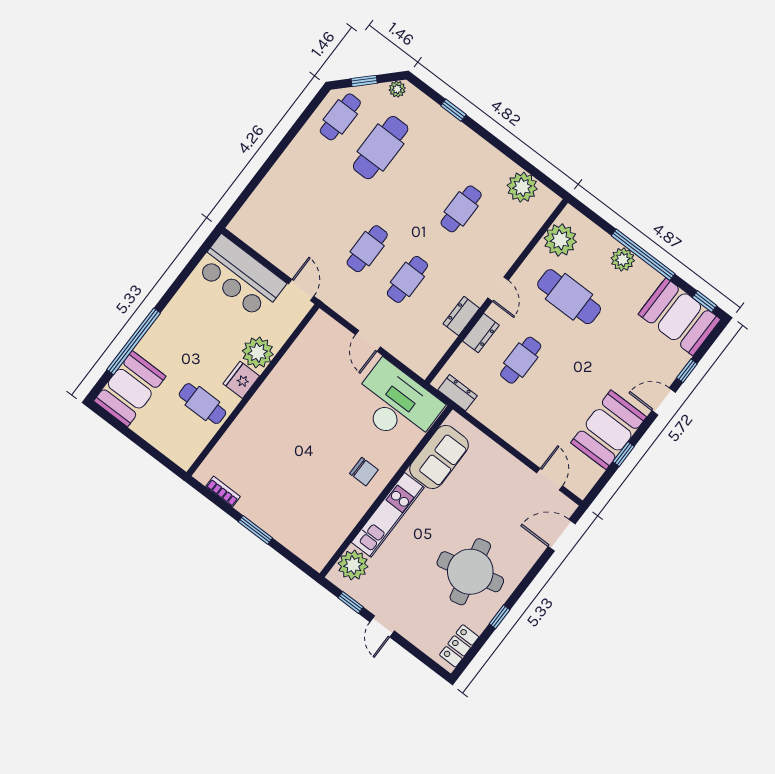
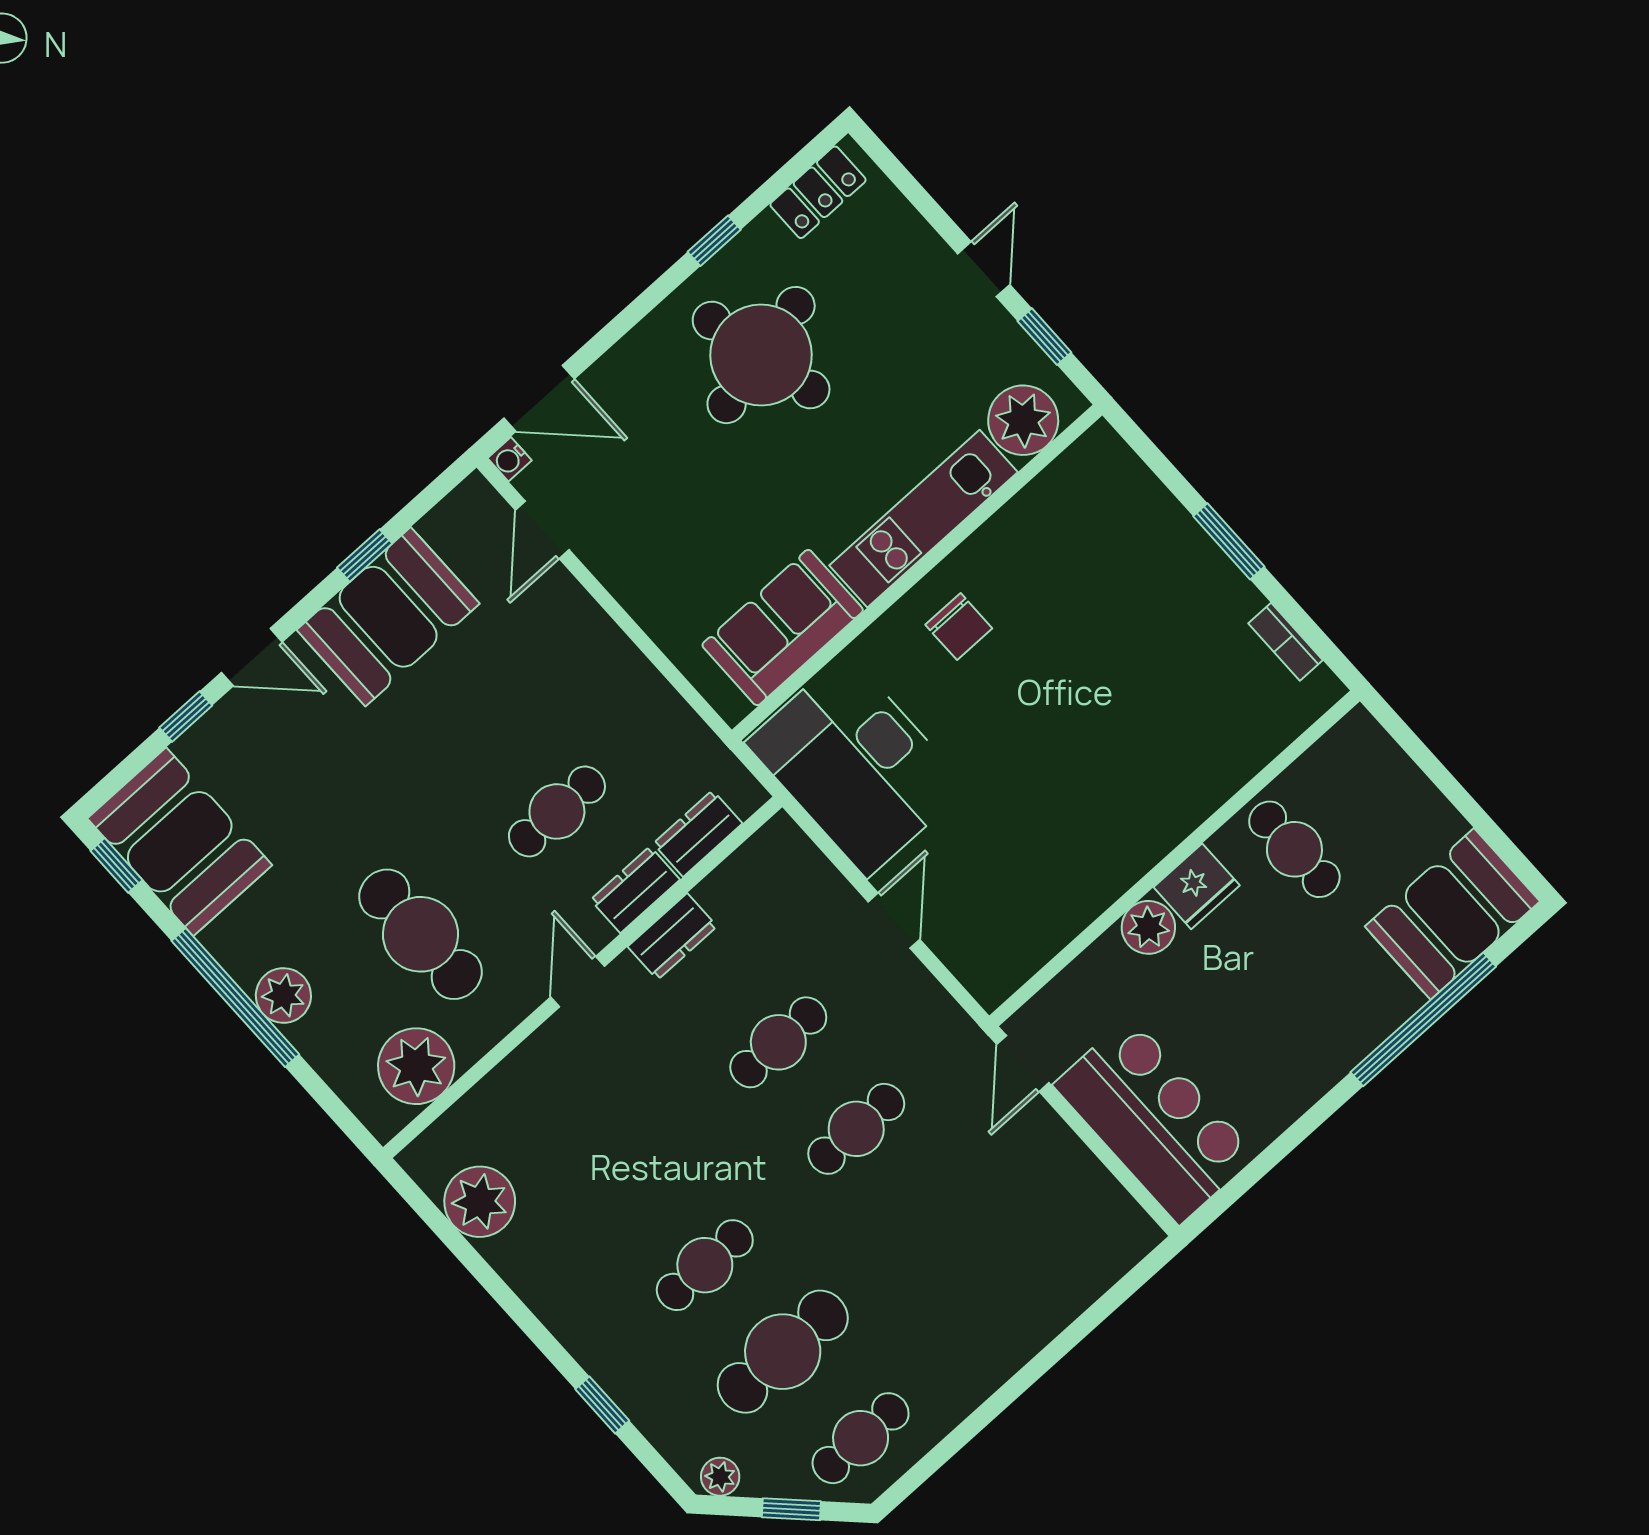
cafe table: (461, 209) -> (705, 1265), moved
plant: (258, 353) -> (1148, 927), width x0.73, depth x0.73
dresser: (457, 393) -> (698, 833), moved, turned 90
chair: (364, 472) -> (959, 627), turned 180
water cooler: (569, 507) -> (510, 459), added

